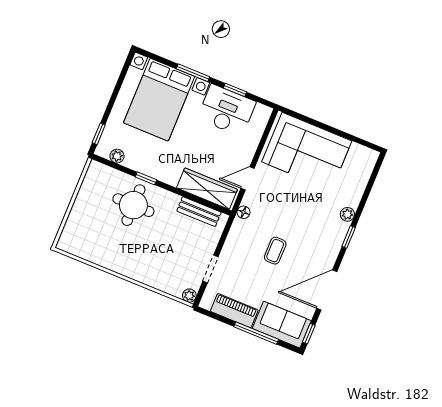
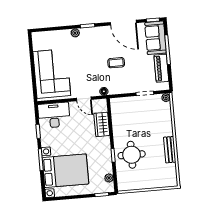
desk: (227, 110) -> (54, 115), moved, turned 90
wardrobe: (207, 189) -> (102, 124), width x0.67
bench: (199, 212) -> (170, 150), moved

